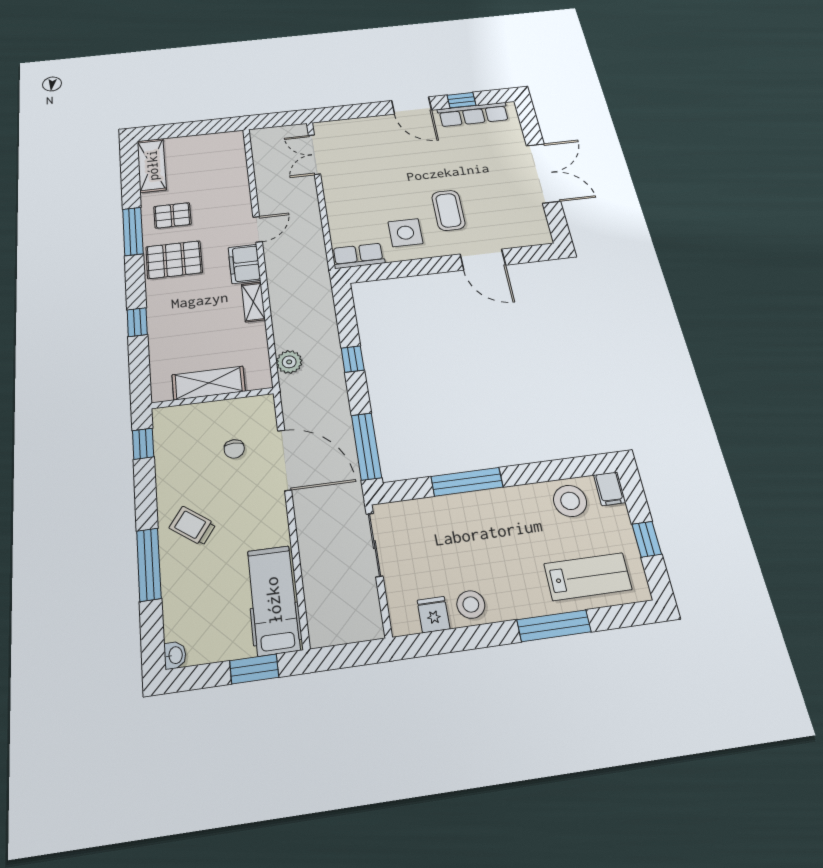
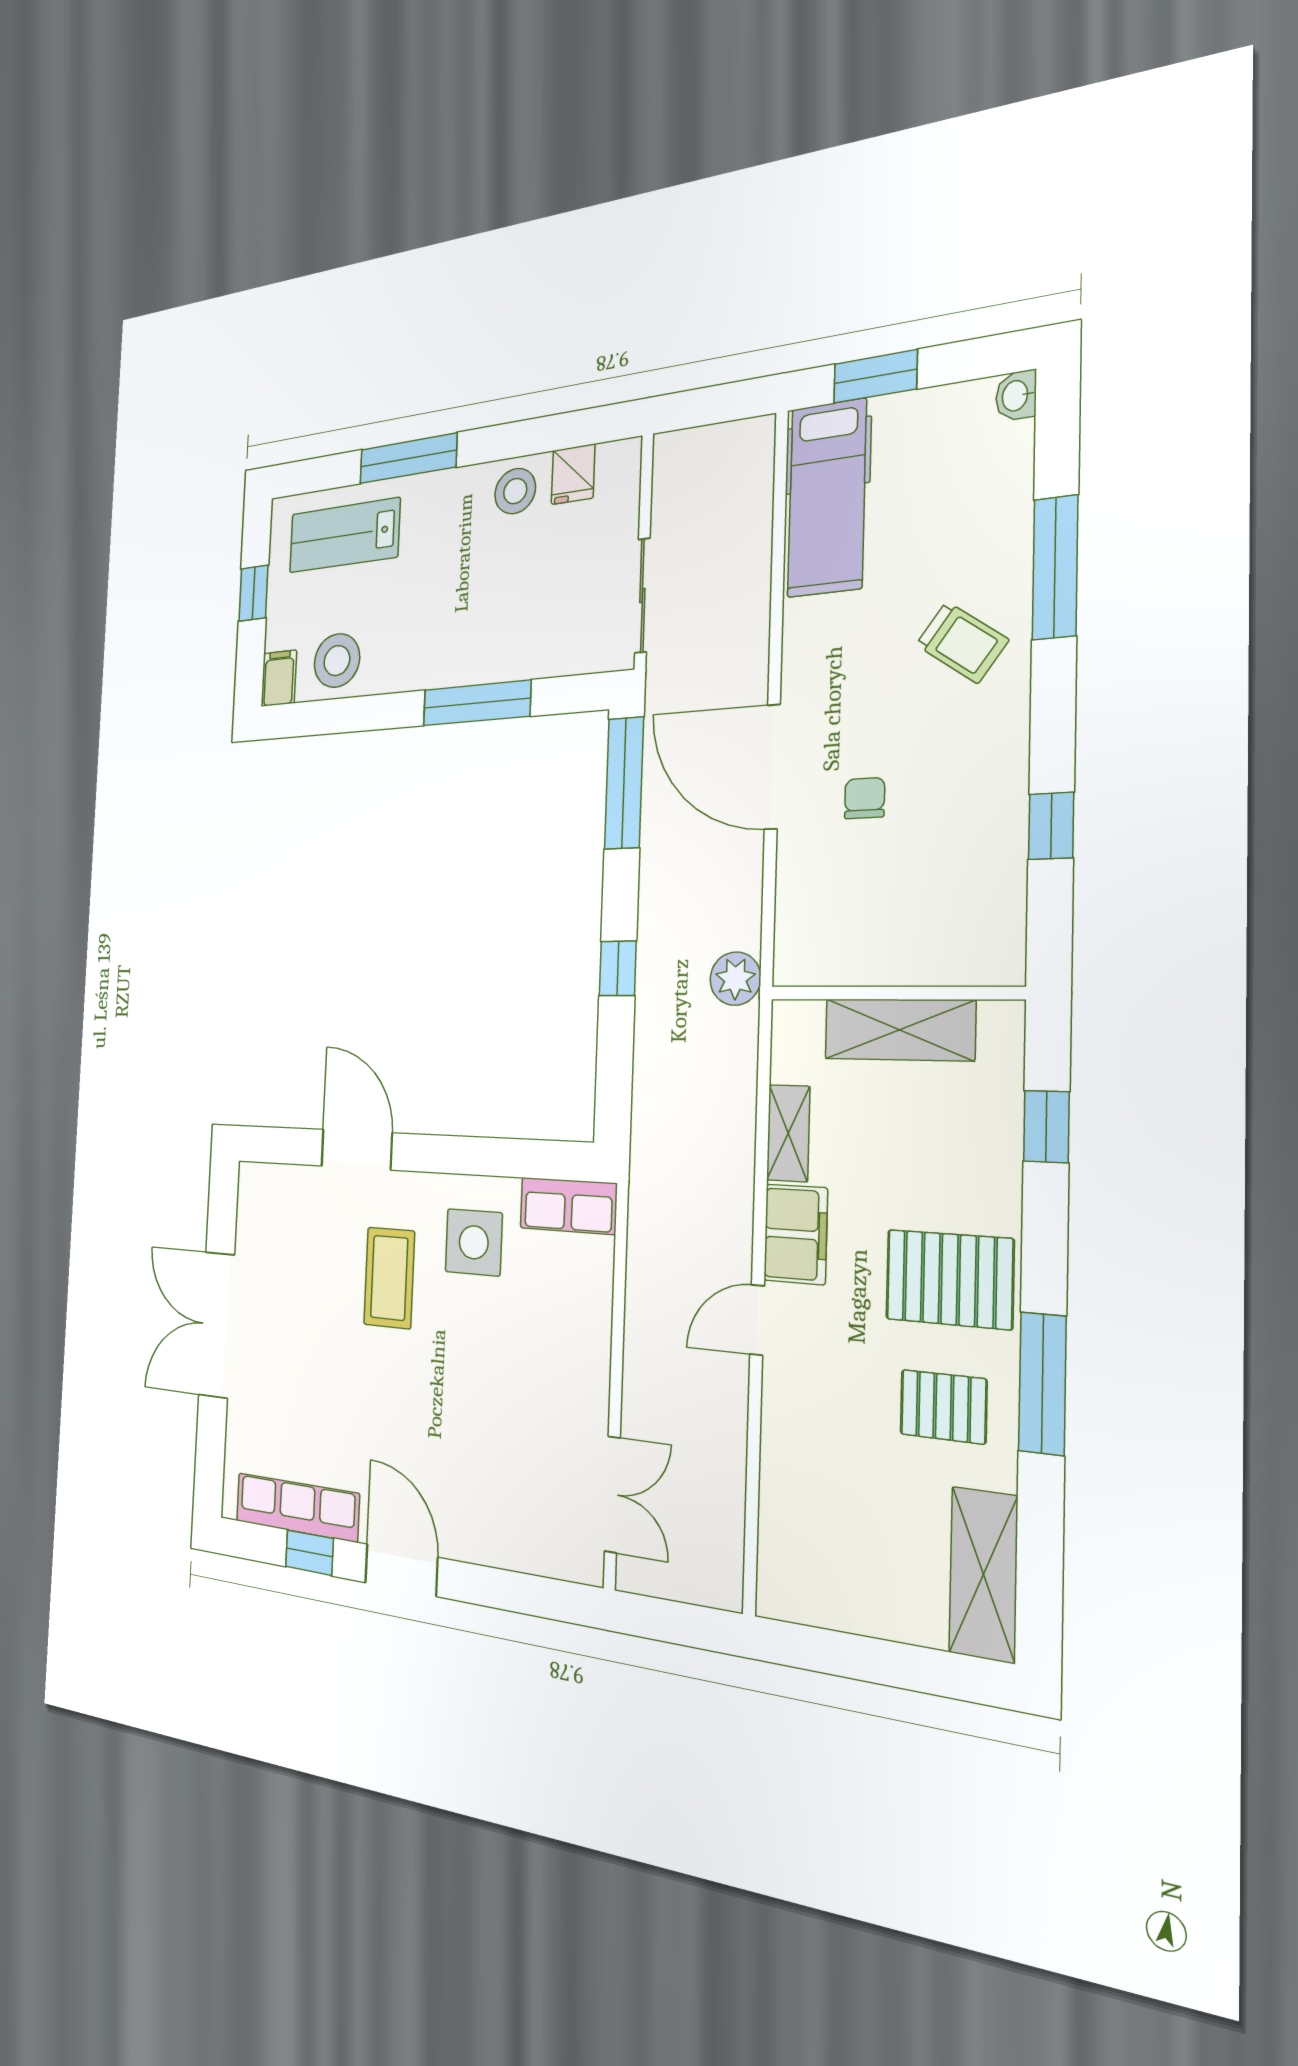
shelving: (209, 383) -> (899, 1030), moved
wall: (213, 398) -> (894, 993), moved

